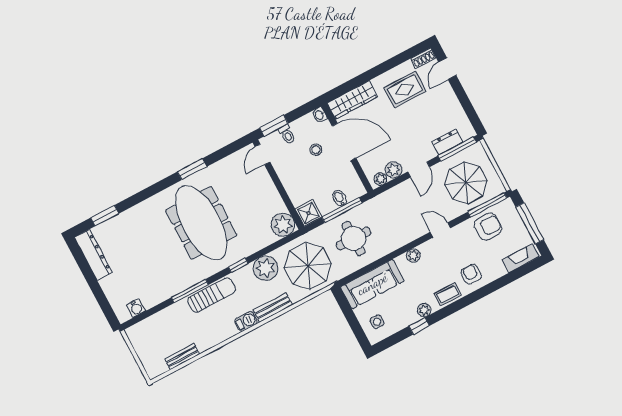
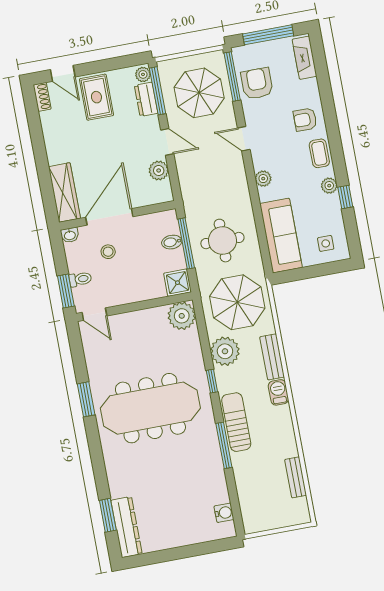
rug: (405, 90) -> (96, 97), moved
plant: (380, 179) -> (143, 74), moved
door: (440, 230) -> (244, 139), hinge flipped
dresser: (93, 255) -> (126, 527), moved, turned 90

